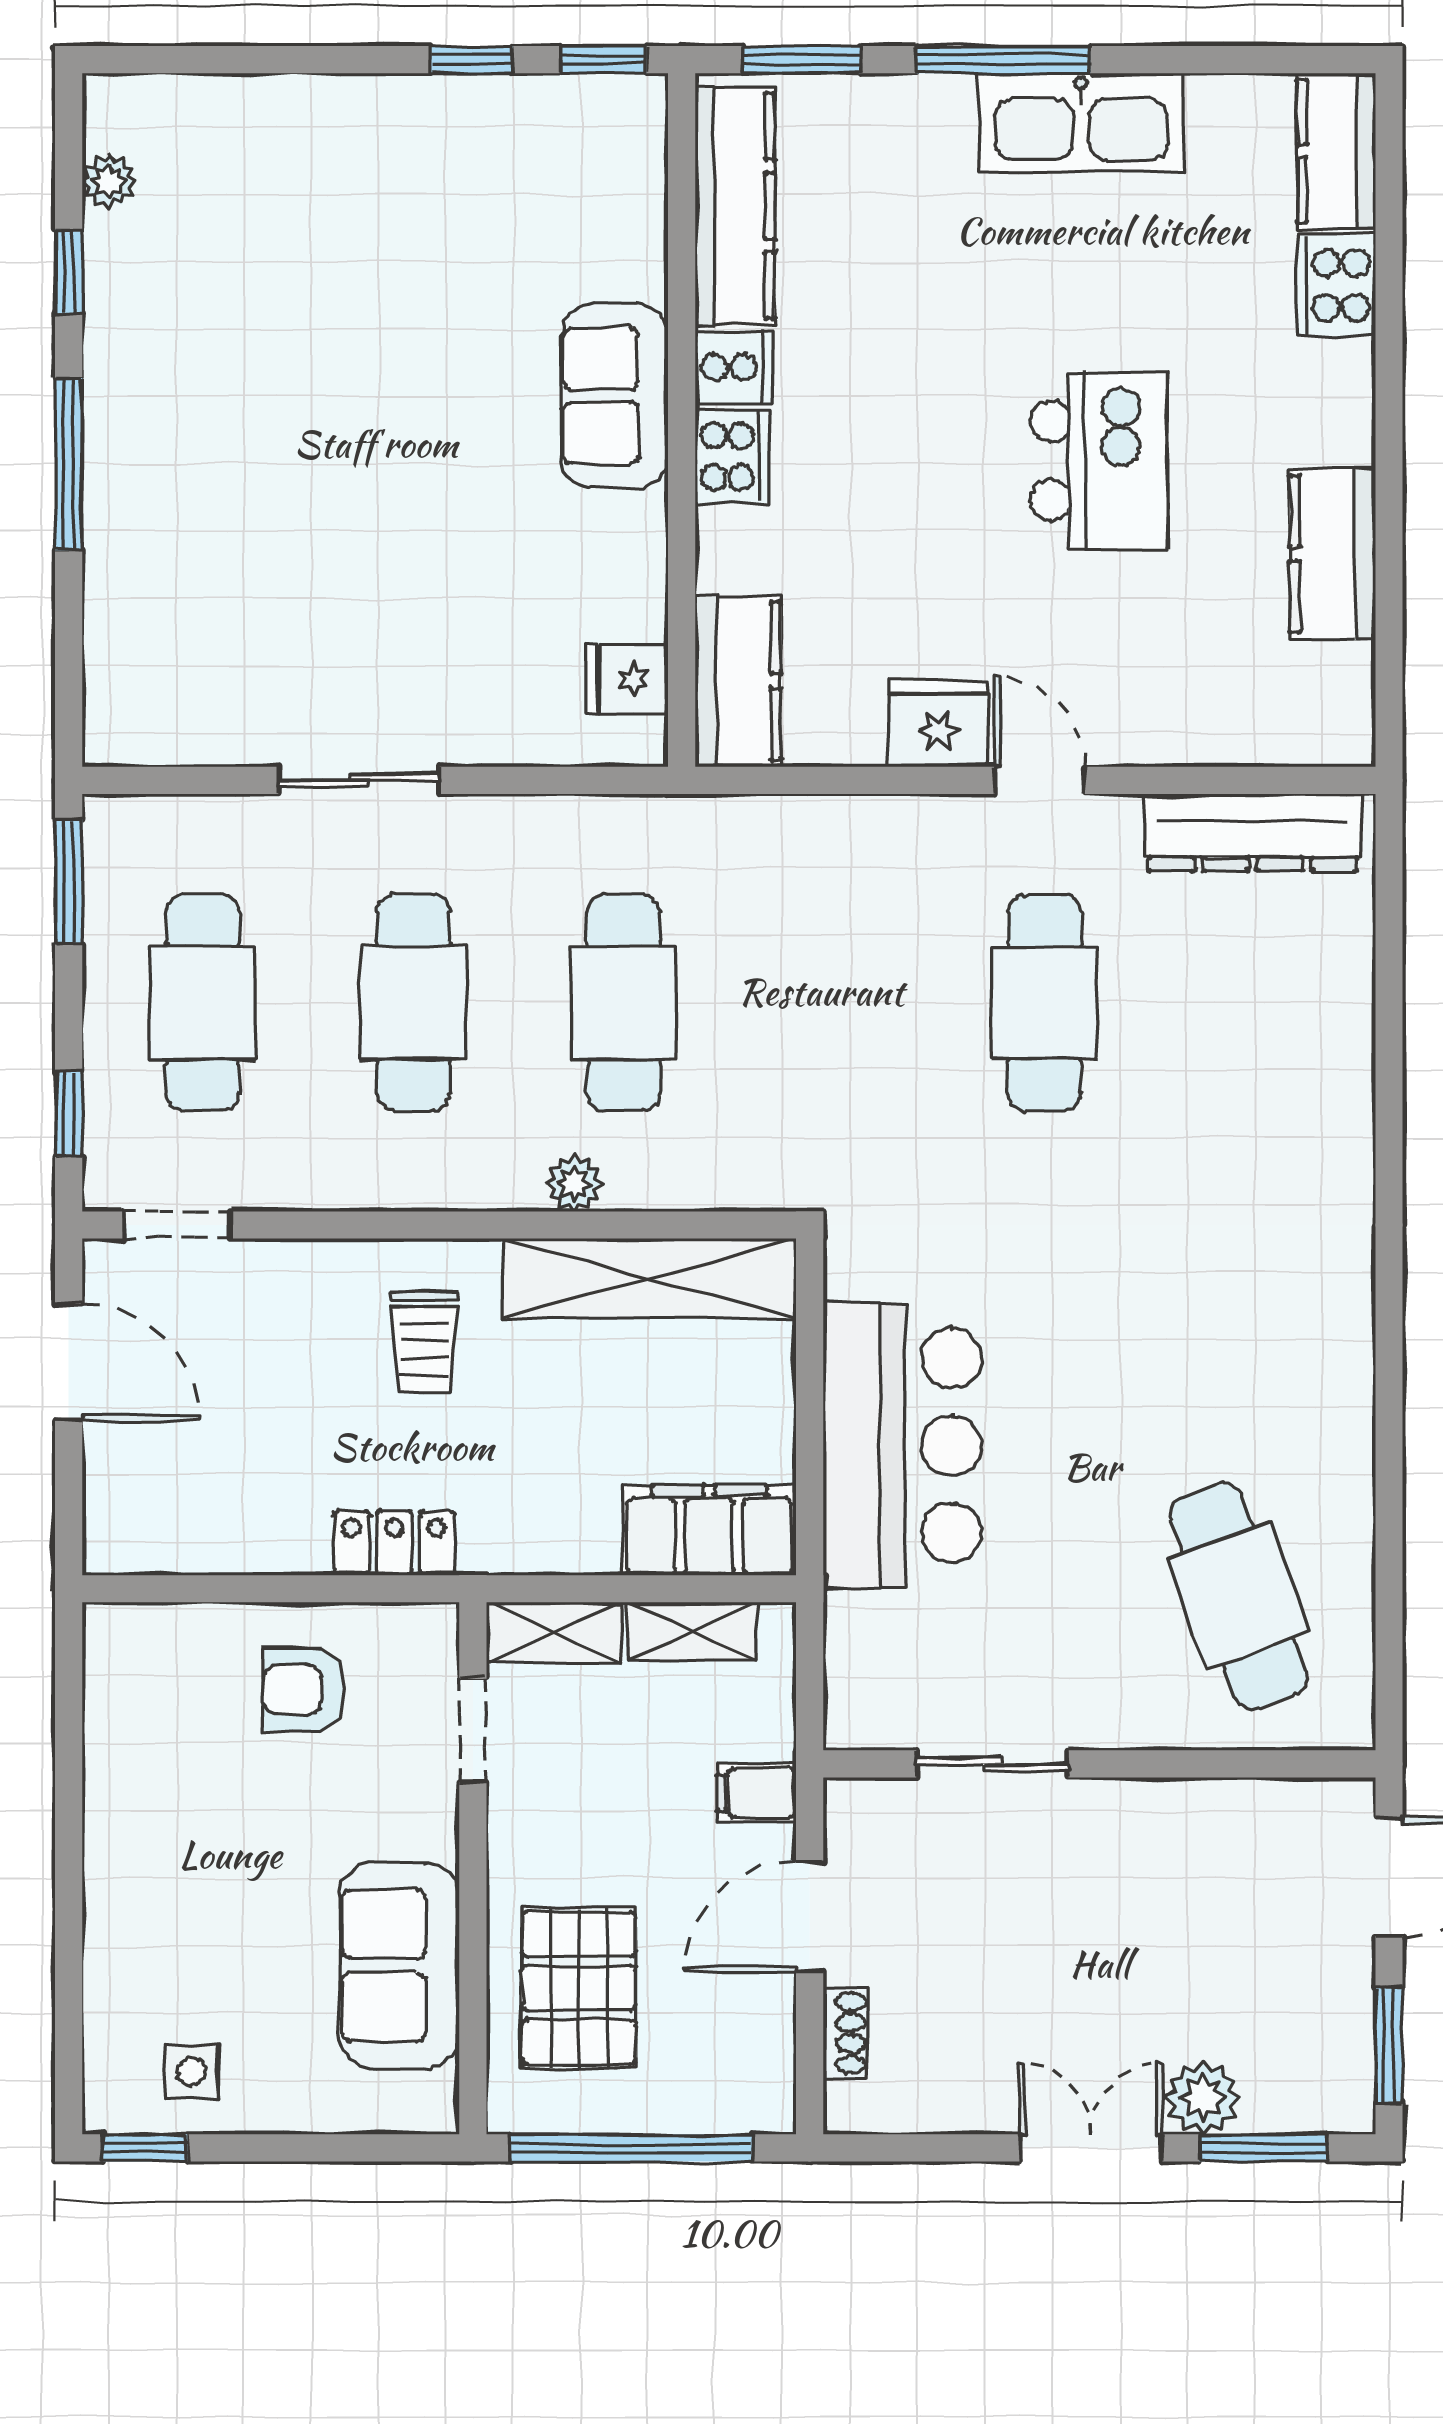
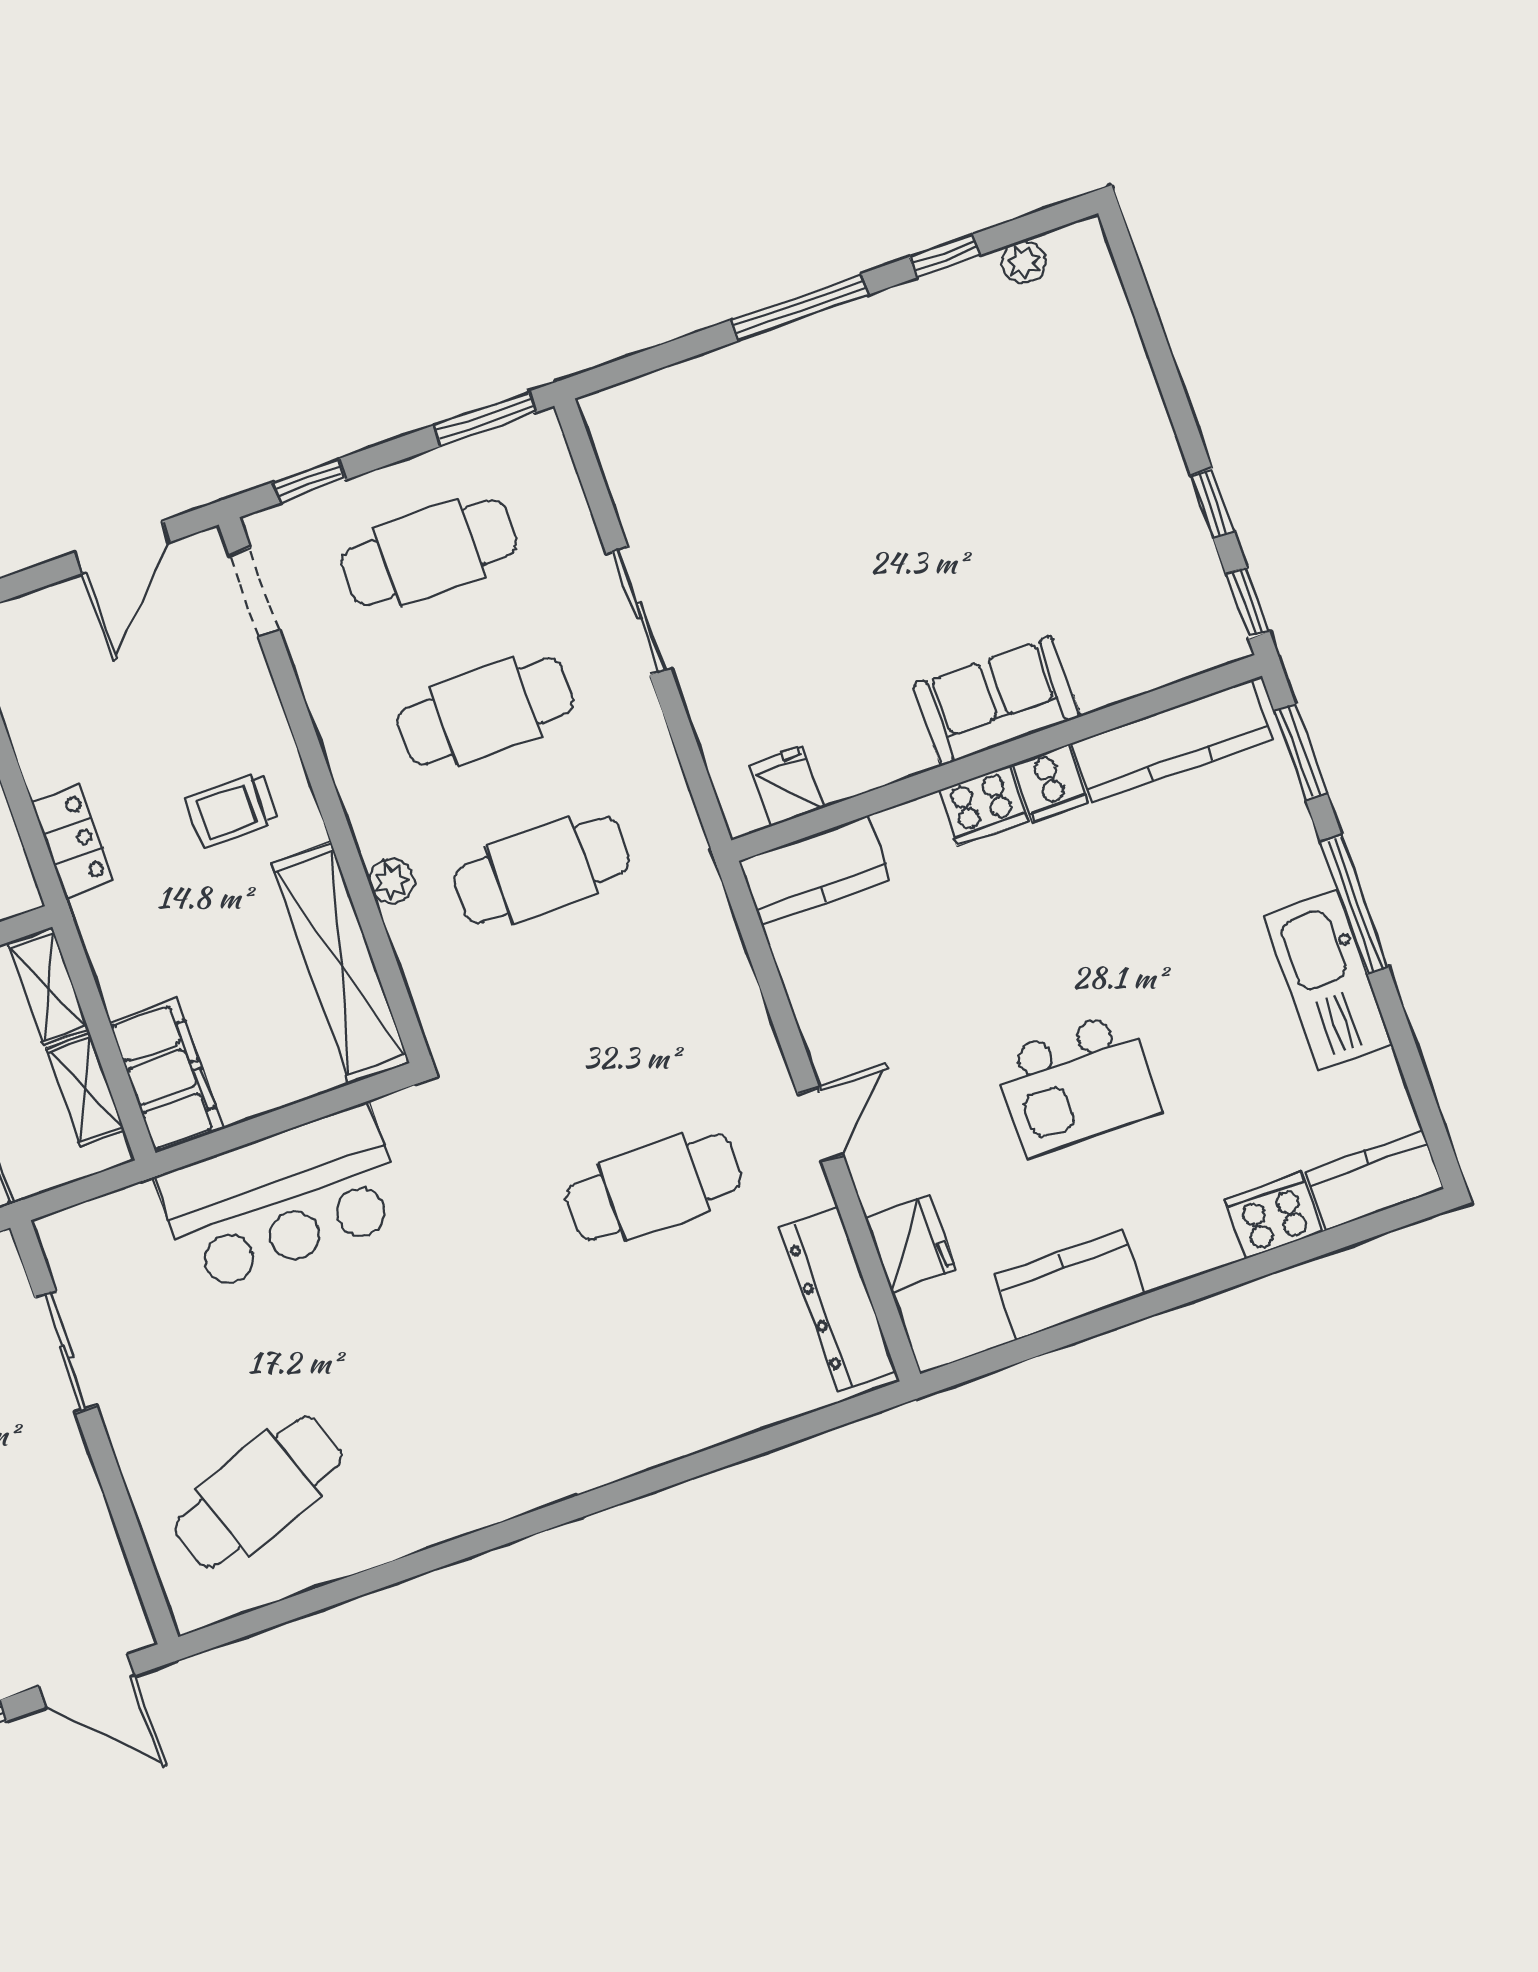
fridge: (939, 724) -> (911, 1244), moved

